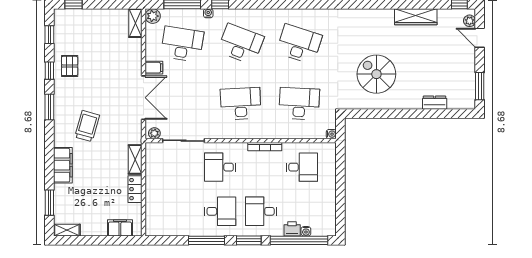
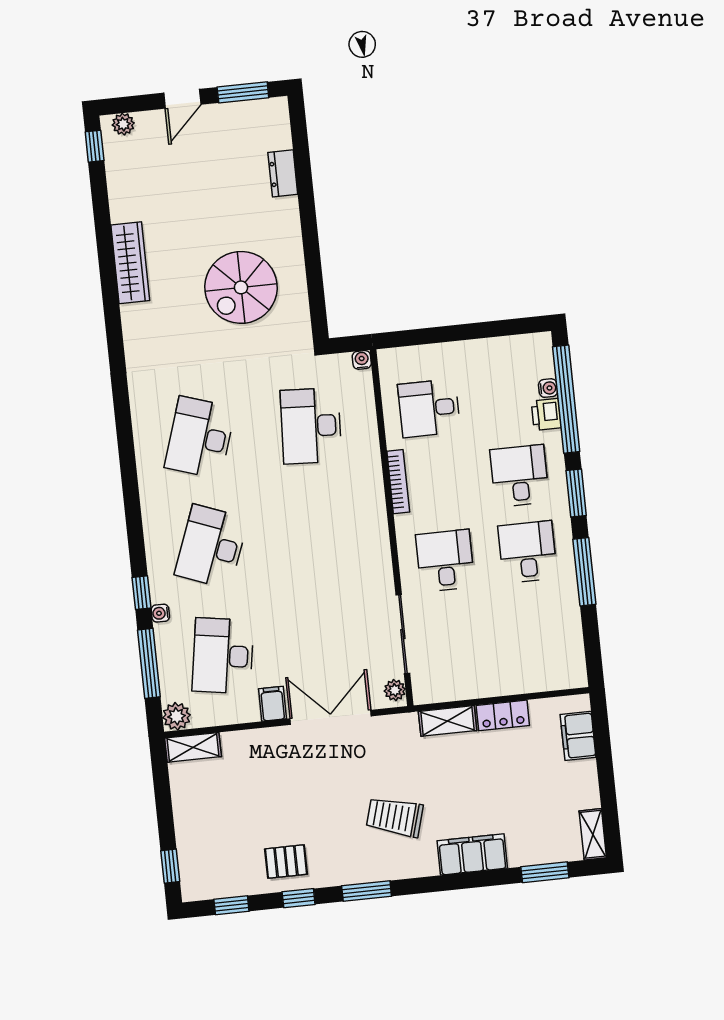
wardrobe: (416, 17) -> (130, 263), moved
door: (480, 38) -> (182, 99), moved
desk: (241, 104) -> (322, 535), removed
desk: (220, 167) -> (445, 561), turned 180
desk: (302, 167) -> (429, 408), turned -90
desk: (261, 211) -> (520, 476), turned 180

